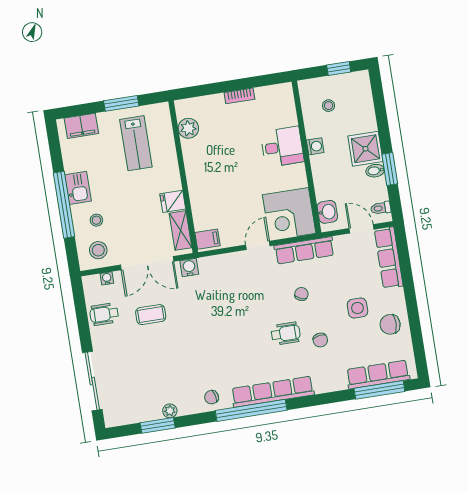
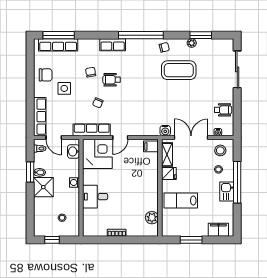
lab bench: (136, 143) -> (181, 200), moved, turned -90
washing machine: (315, 146) -> (74, 182), moved
coffee table: (151, 315) -> (179, 70), moved, width x1.86, depth x1.72
row of seats: (273, 392) -> (113, 45), width x0.50

